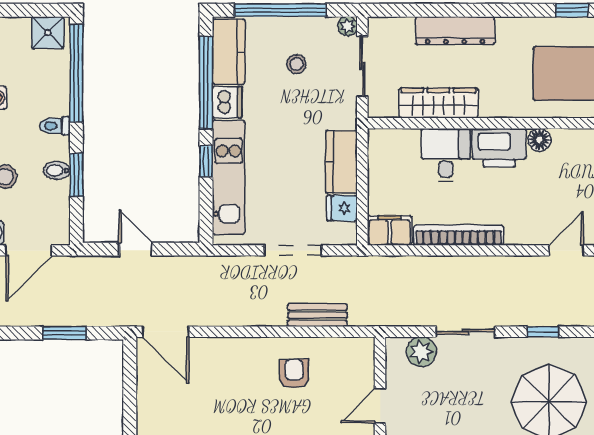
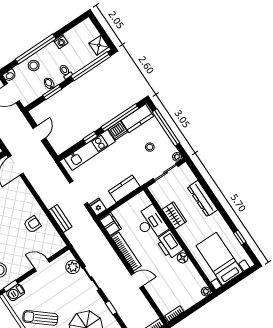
wardrobe: (438, 103) -> (174, 215), width x0.67
desk: (446, 155) -> (151, 223), width x1.37
fridge: (342, 208) -> (98, 207), moved
door: (566, 250) -> (137, 280), moved

